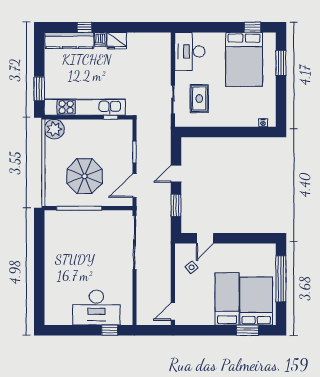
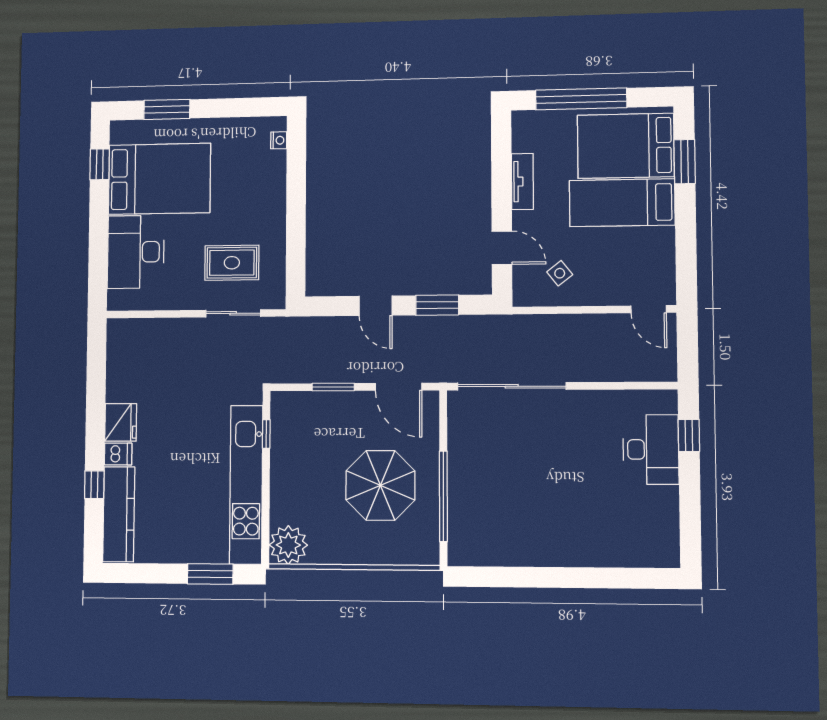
desk: (190, 51) -> (136, 252), moved, turned 90
tv unit: (239, 249) -> (522, 182), added
desk: (96, 308) -> (651, 449), width x0.73, depth x0.77

